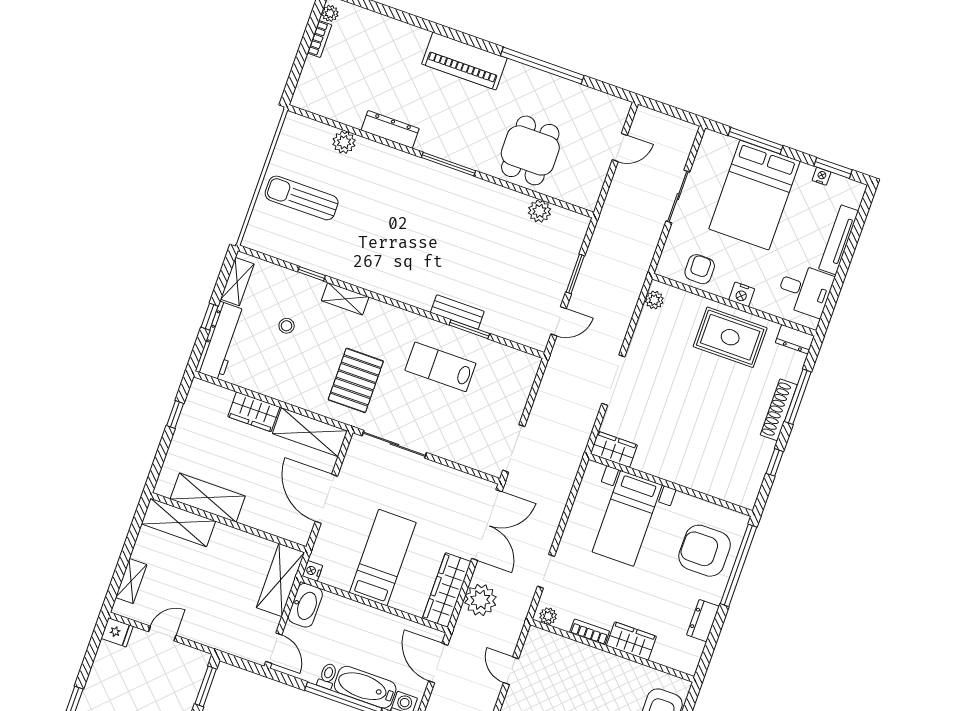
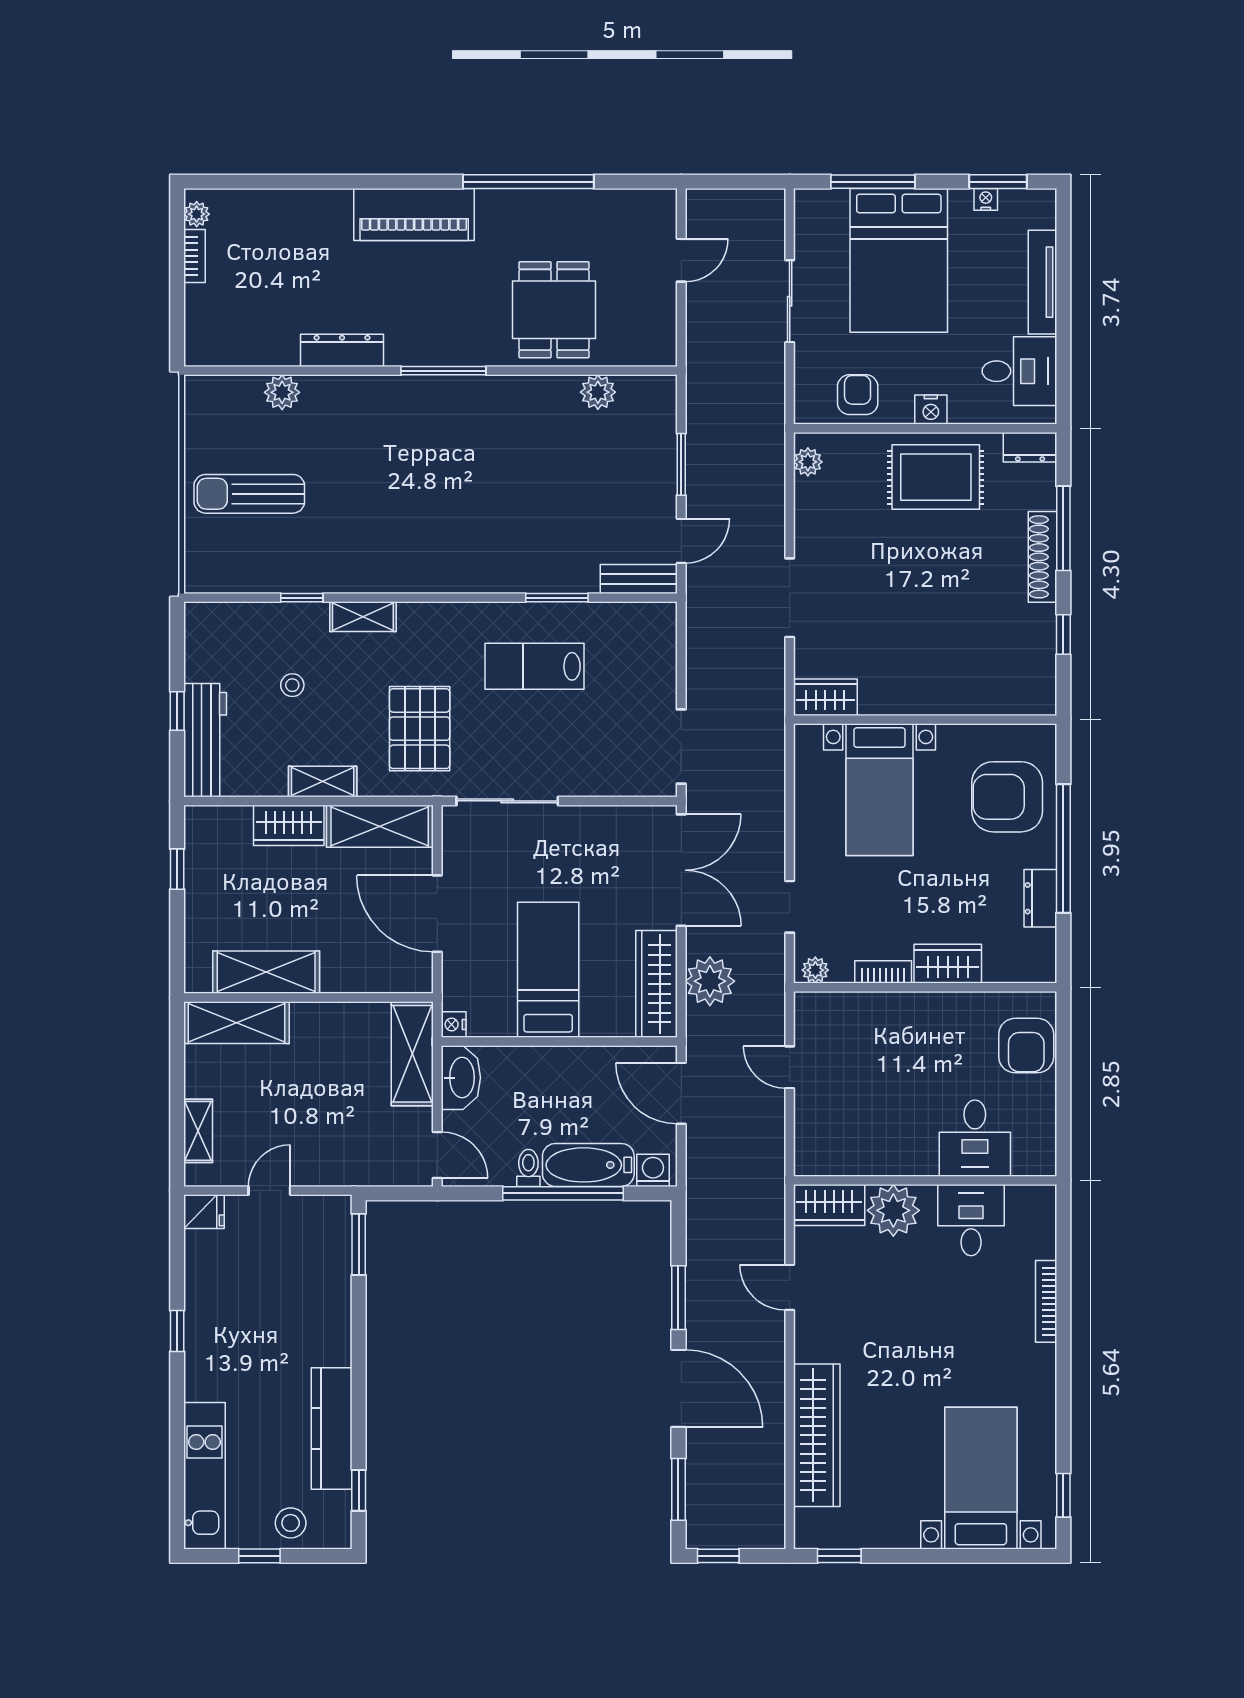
shelving: (237, 282) -> (323, 782), moved, turned 90
bench: (457, 312) -> (639, 579), moved
window: (738, 565) -> (1063, 848), moved

